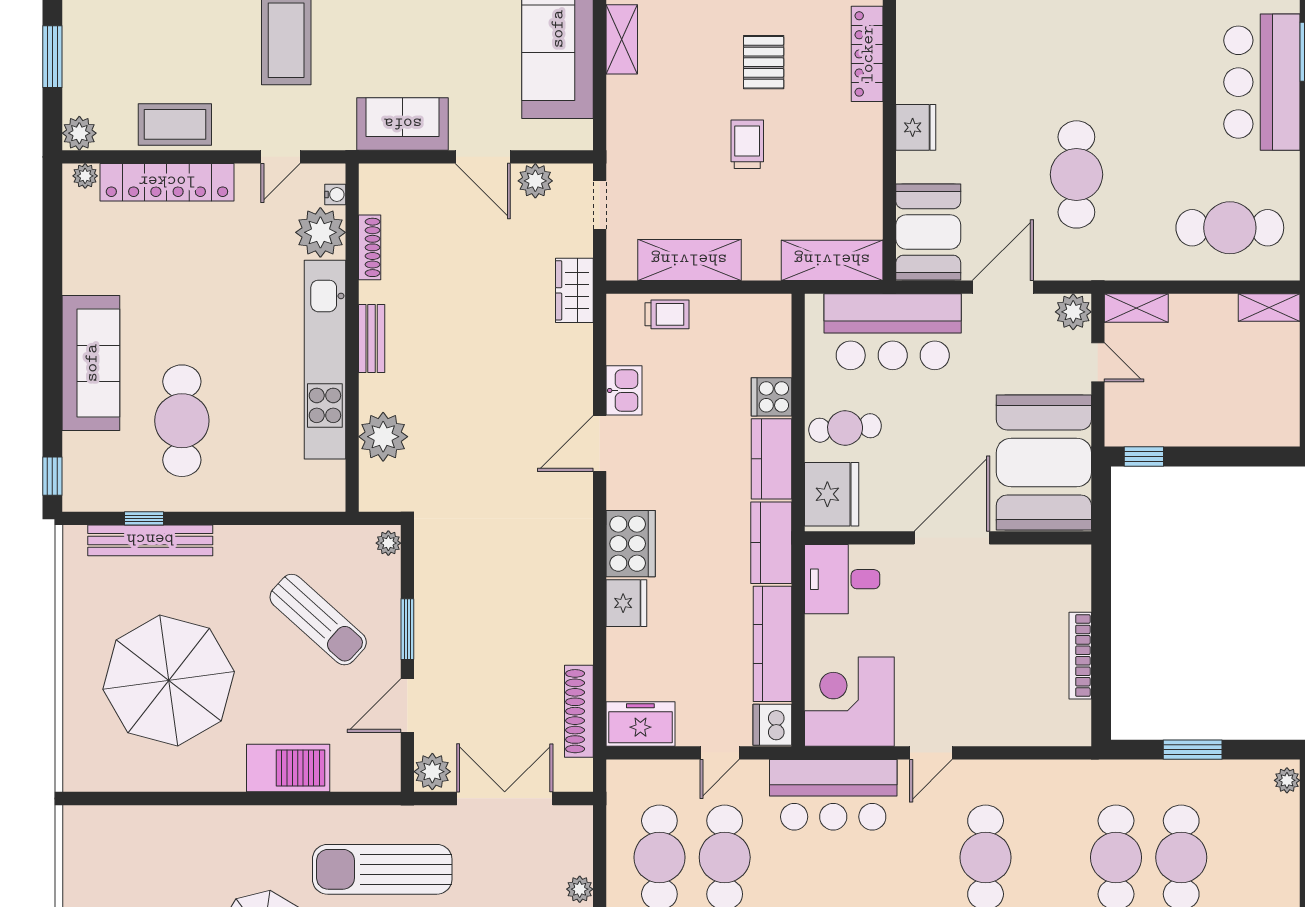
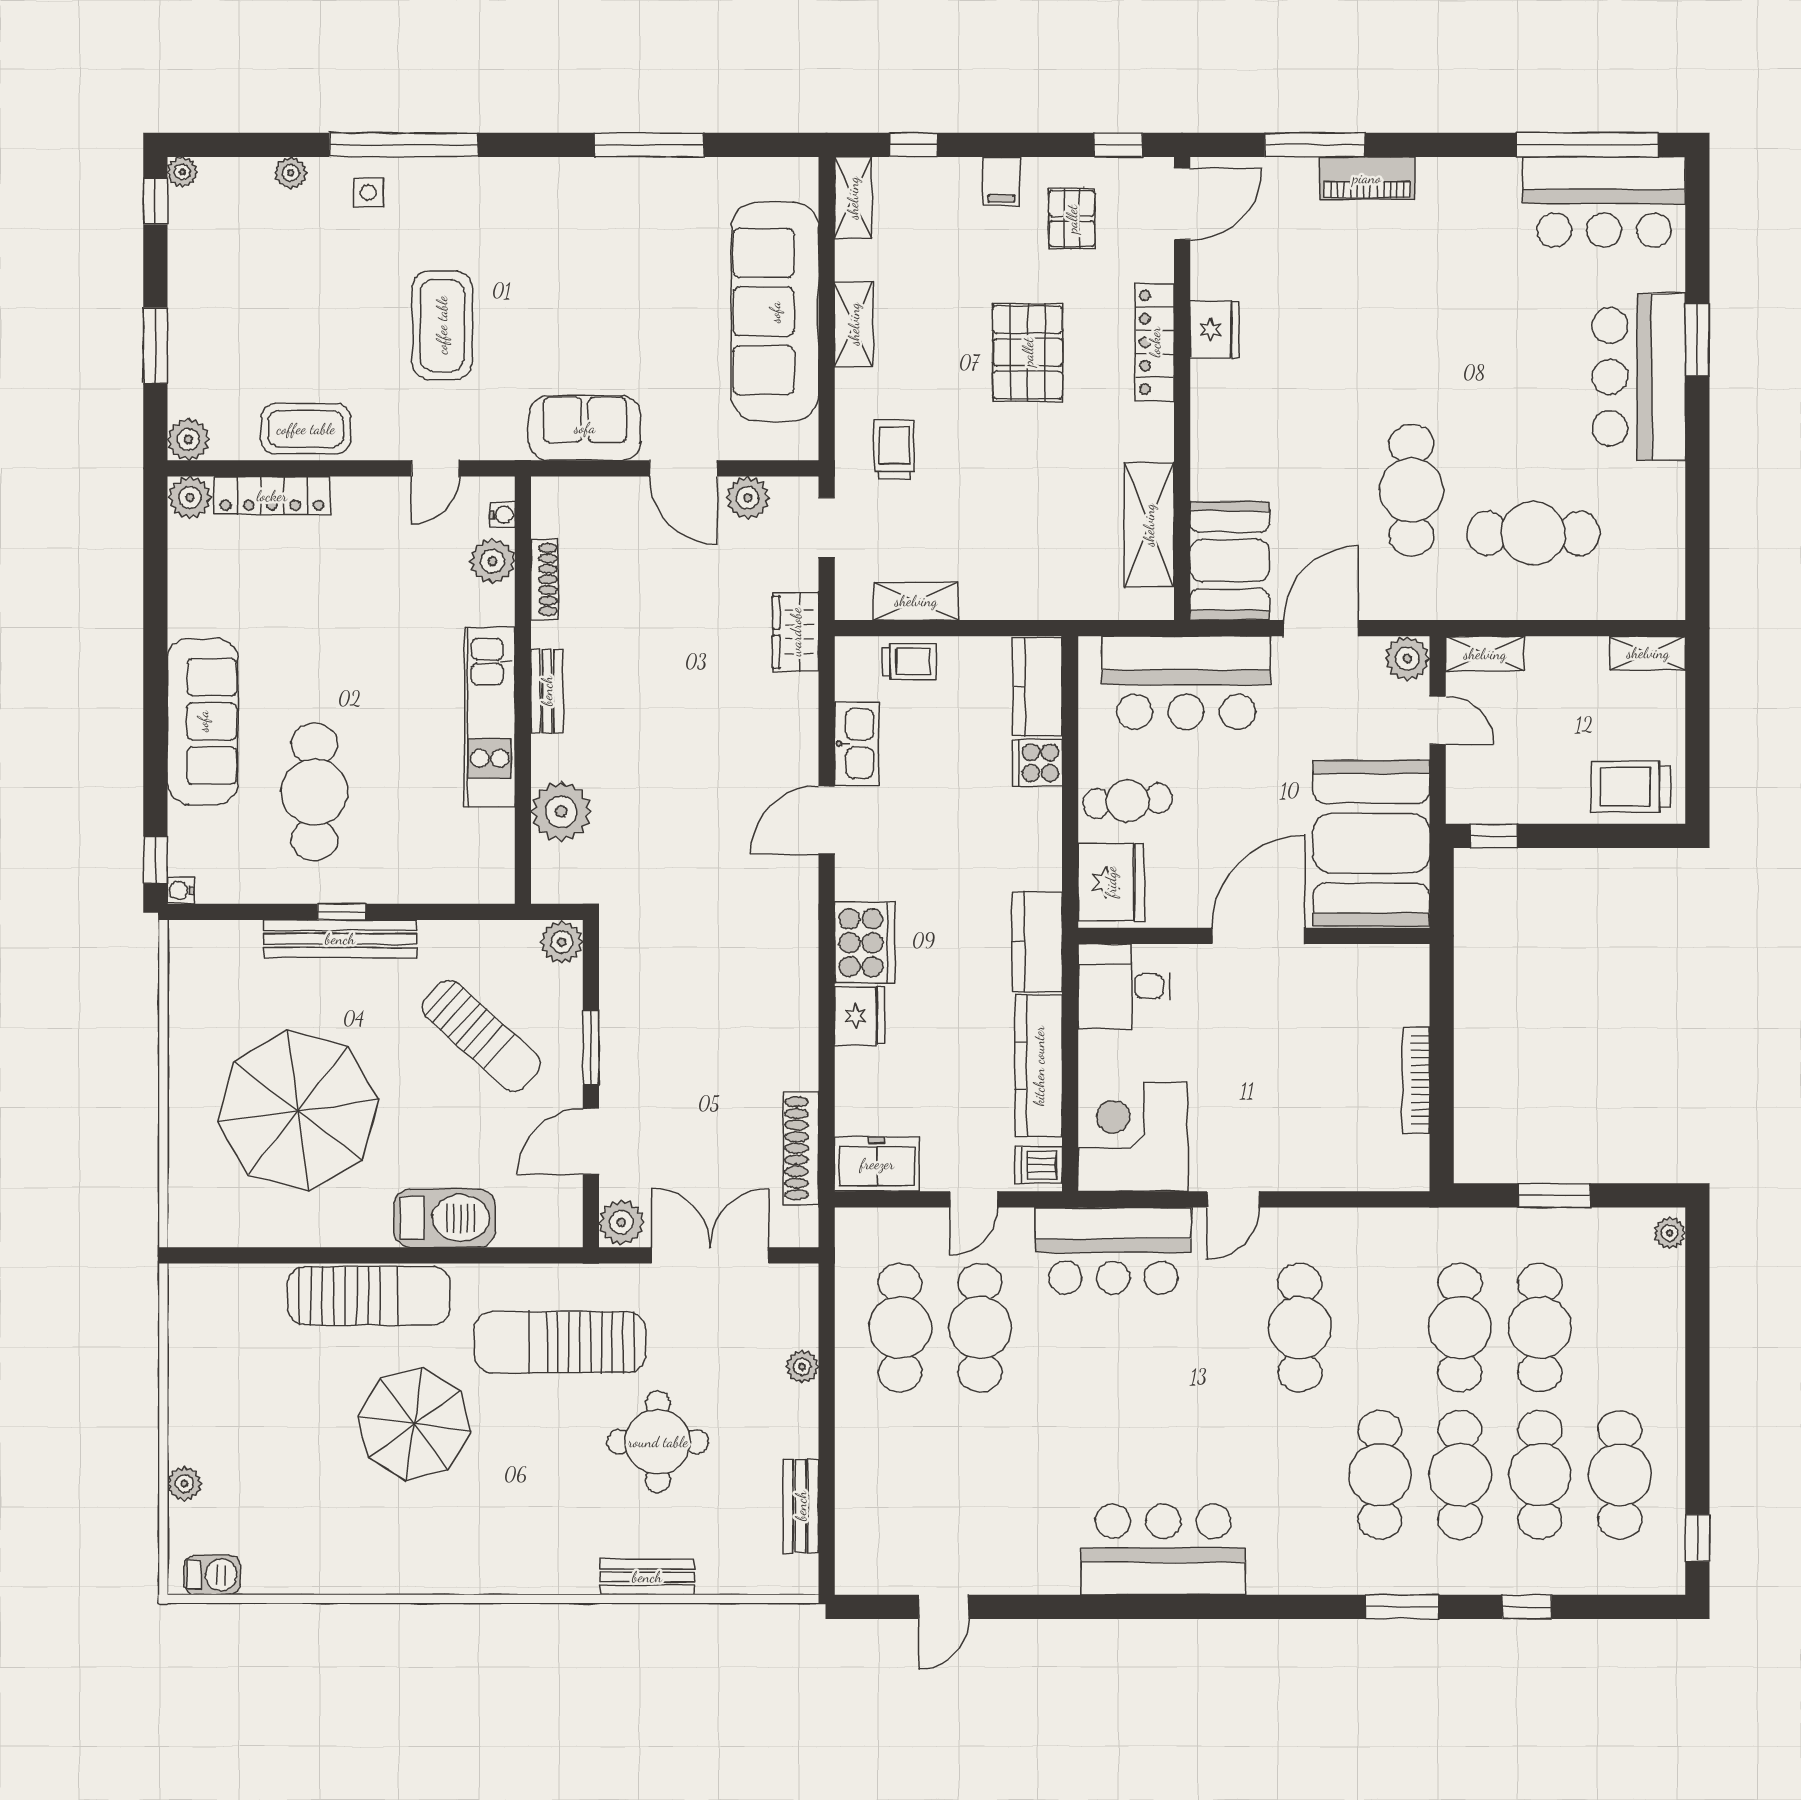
pallet: (764, 62) -> (1028, 352), width x1.50, depth x1.42
fridge: (916, 127) -> (1214, 330), moved
trolley: (747, 144) -> (894, 450), moved
plant: (85, 176) -> (190, 498), width x1.38, depth x1.38
locker: (167, 182) -> (272, 496), width x0.71, depth x0.83
cafe table: (1230, 228) -> (1533, 533), moved
plant: (320, 232) -> (492, 561), width x0.73, depth x0.73
shelving: (689, 260) -> (916, 601), width x0.67, depth x0.75
shelving: (832, 260) -> (1149, 525), moved, turned 90
kitchen unit: (325, 360) -> (490, 717), width x0.73
kitchen sink: (624, 390) -> (857, 744), width x1.38
trolley: (1255, 416) -> (1631, 787), added
kitchen counter: (772, 459) -> (1037, 687), moved
water cooler: (73, 501) -> (181, 891), added
window: (144, 518) -> (342, 912), moved
bench: (150, 540) -> (340, 939), moved
plant: (388, 543) -> (562, 942), width x1.38, depth x1.38
dishwasher: (772, 725) -> (1039, 1165), width x0.73
sun lounger: (226, 831) -> (369, 1296), added

